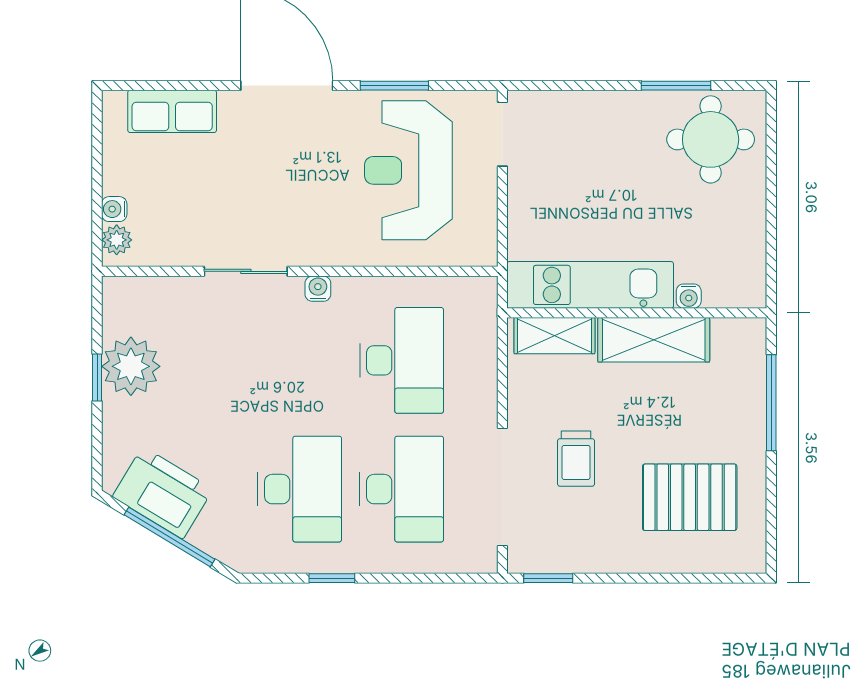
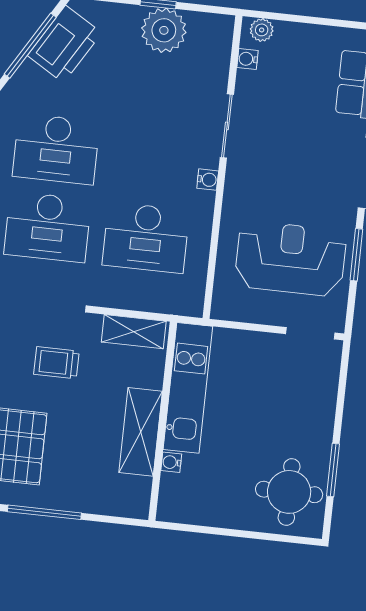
water cooler: (114, 209) -> (247, 59), moved, turned -90
shelving: (554, 336) -> (134, 332), moved, turned 90
window: (771, 403) -> (44, 512), moved

